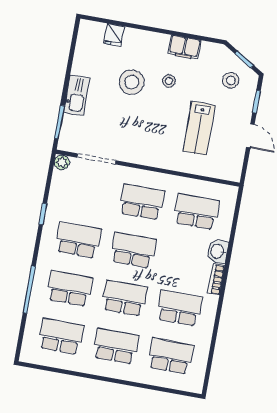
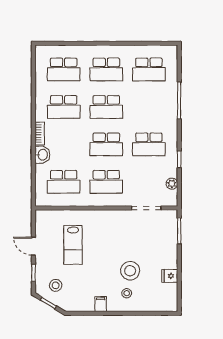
fridge: (114, 35) -> (170, 276), moved, turned -90
filing cabinet: (185, 47) -> (101, 304), width x0.50
stool: (169, 81) -> (127, 293), moved
kitchen sink: (77, 95) -> (170, 254), removed
lab bench: (199, 128) -> (73, 245), turned 180
plant: (62, 162) -> (172, 184), moved
school desk: (70, 288) -> (149, 107), removed

